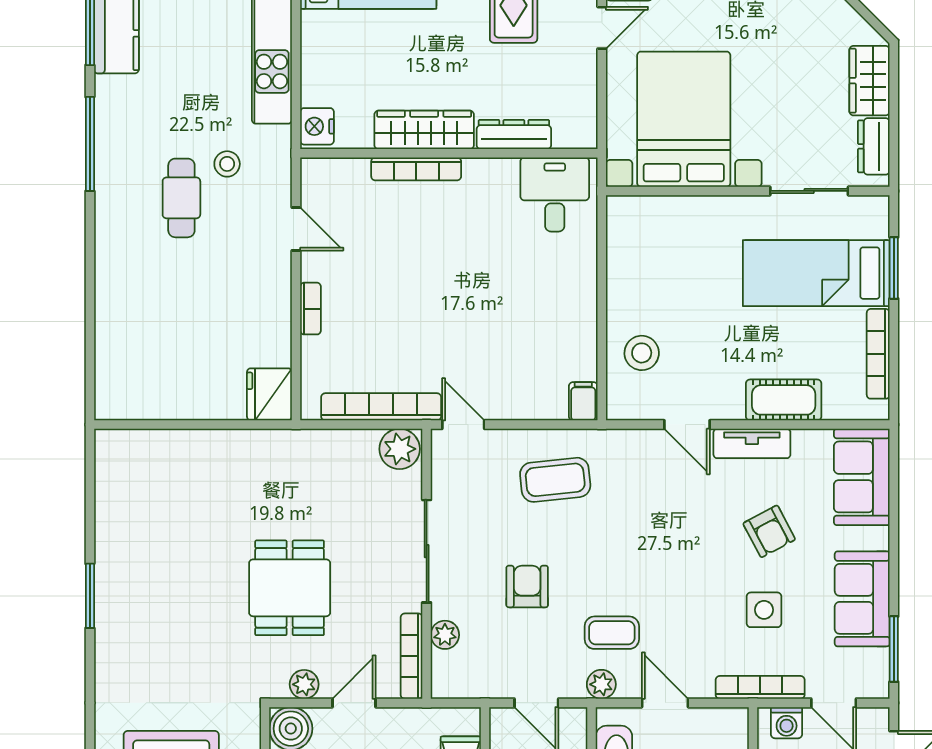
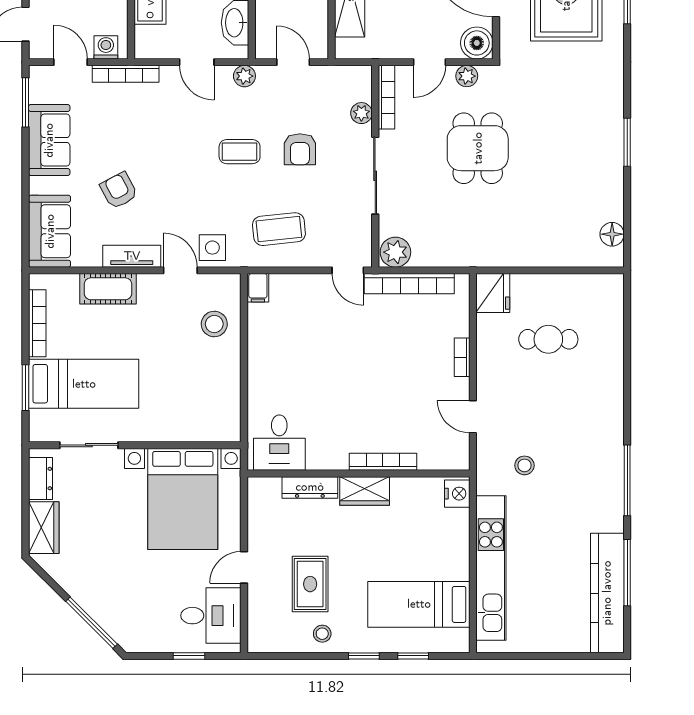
wardrobe: (424, 130) -> (365, 491), width x0.67
cafe table: (181, 198) -> (548, 339), moved, turned 90
floor lamp: (110, 473) -> (612, 234), added
side table: (764, 610) -> (212, 248), moved
coffee table: (612, 633) -> (240, 152), moved

